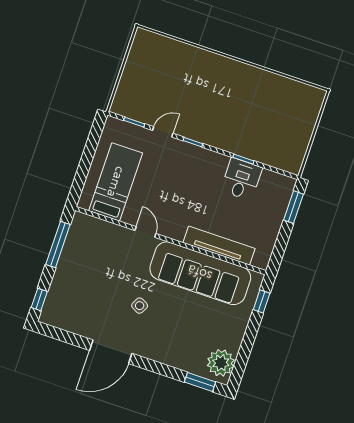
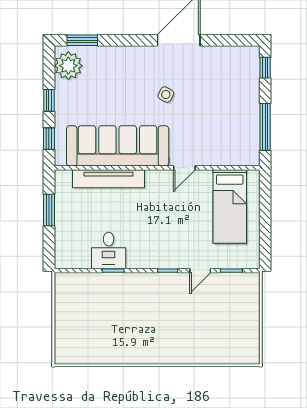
window: (293, 207) -> (49, 210), moved
door: (145, 232) -> (184, 168), hinge flipped
window: (250, 337) -> (49, 100), added

